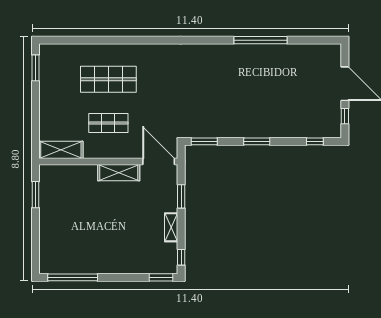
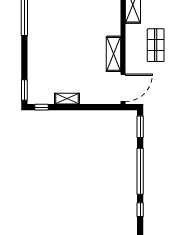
window: (257, 141) -> (140, 171), width x2.11
window: (315, 141) -> (140, 210), moved
window: (181, 196) -> (93, 107), removed

